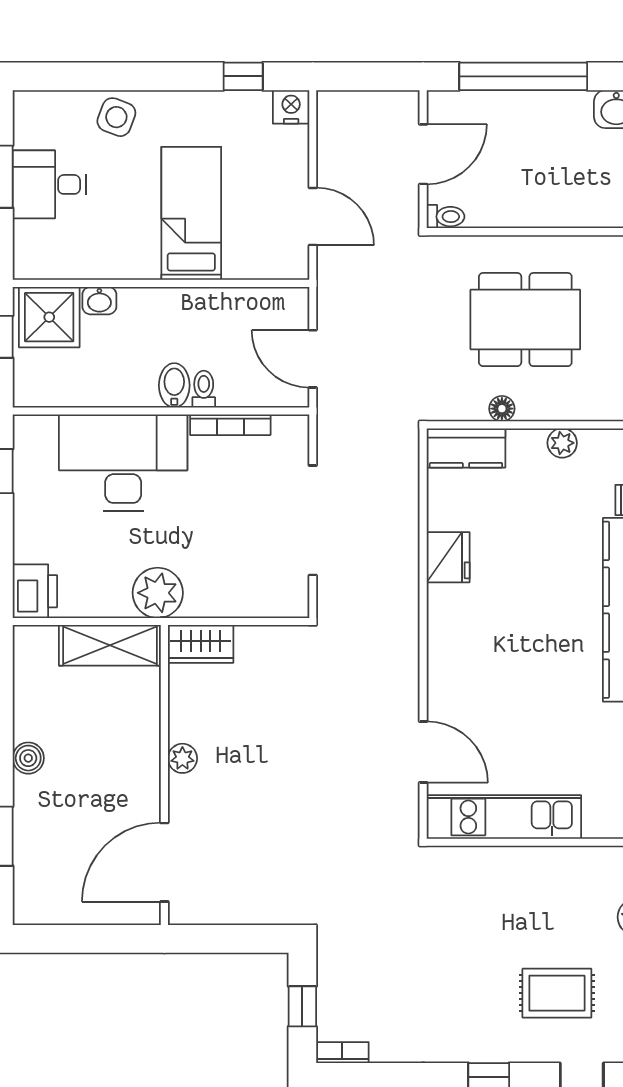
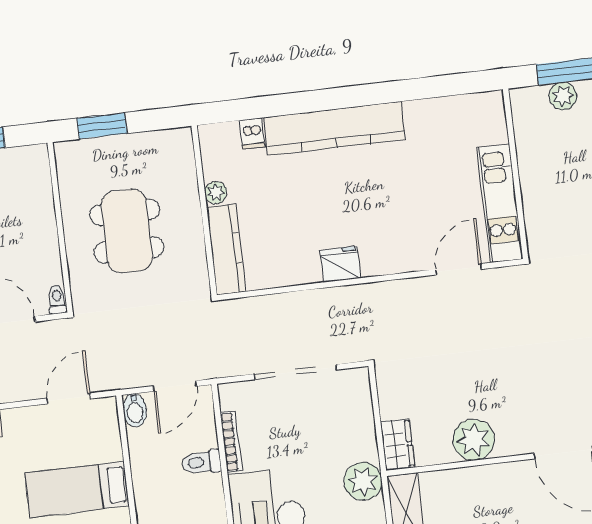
bidet: (174, 385) -> (135, 410), moved, turned -90
toilet: (204, 389) -> (201, 462), width x1.37, depth x1.39
floor lamp: (502, 409) -> (195, 241), removed
kitchen counter: (466, 448) -> (226, 249), width x1.50
fridge: (448, 557) -> (340, 264), moved
plant: (182, 758) -> (474, 440), width x1.88, depth x1.88

